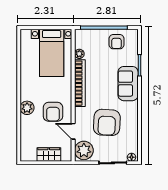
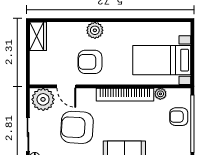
armchair: (116, 42) -> (179, 117), moved
door: (73, 131) -> (66, 86), swing flipped
wardrobe: (49, 155) -> (38, 36), moved

